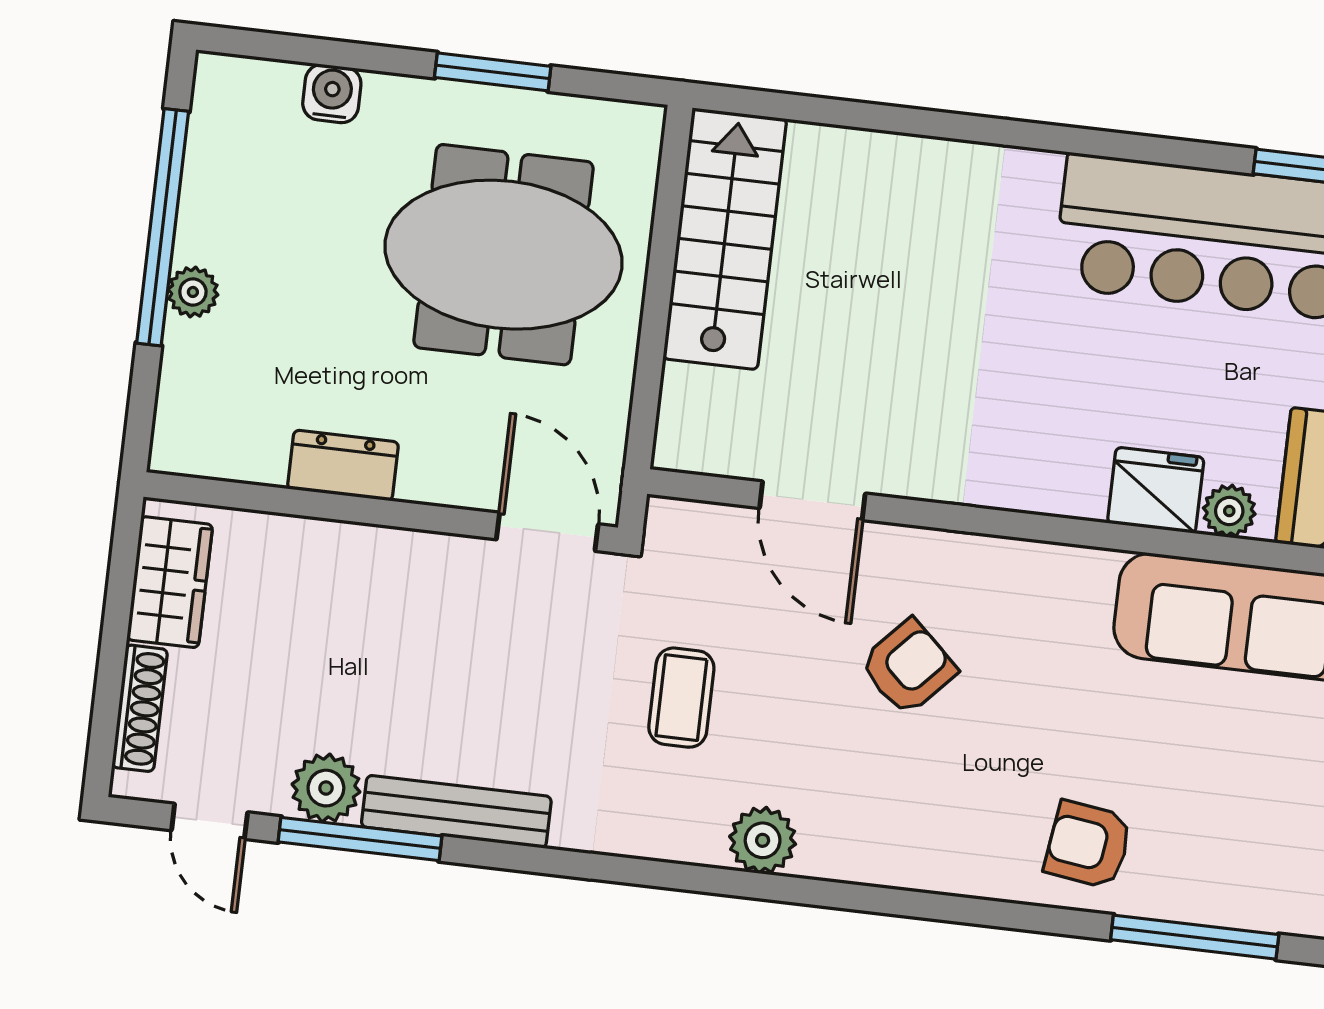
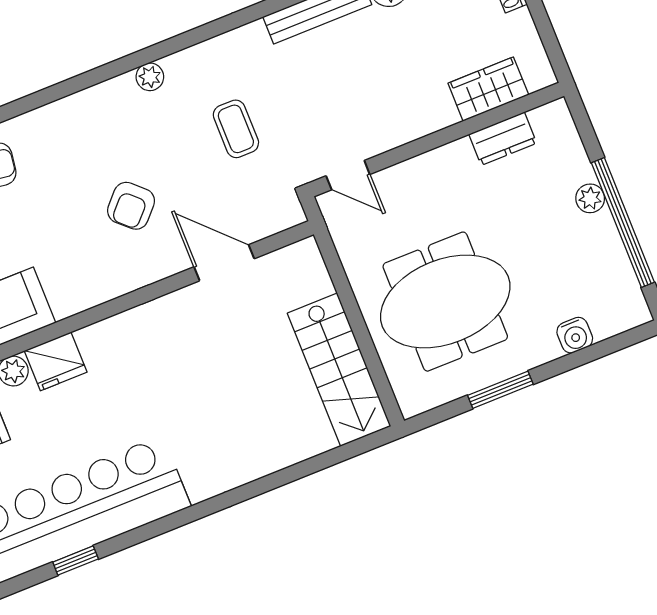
dresser: (343, 465) -> (503, 139), moved
door: (547, 532) -> (348, 175), width x0.73
wardrobe: (170, 582) -> (488, 89), moved, turned 90
plant: (763, 840) -> (150, 77), width x0.73, depth x0.73

